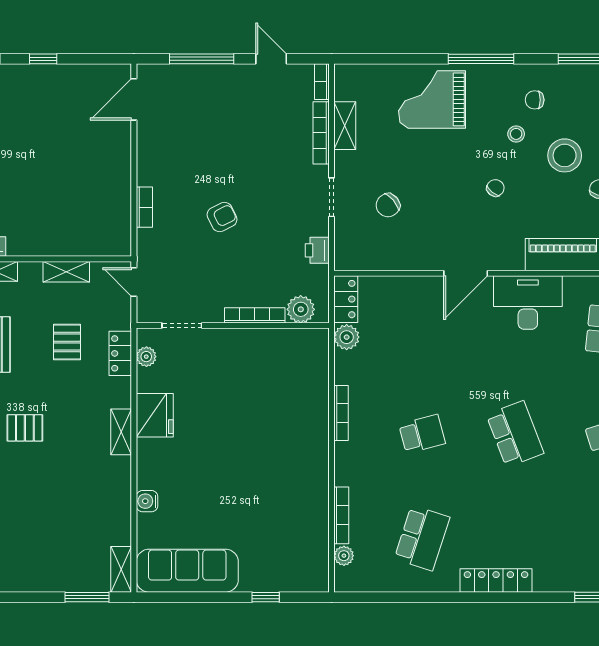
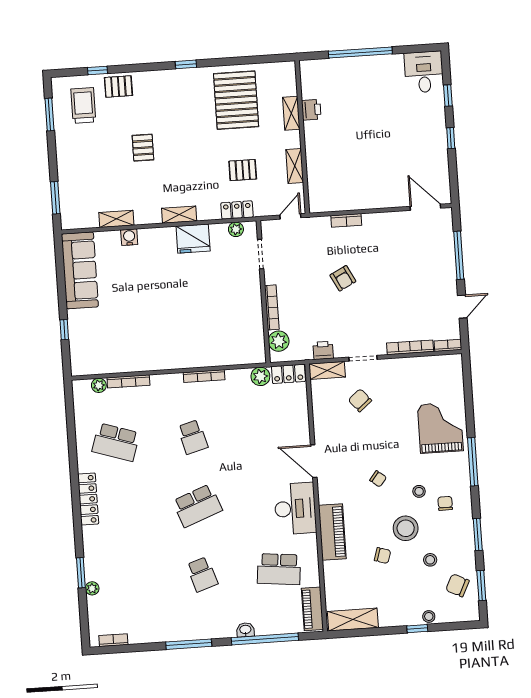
shelving: (345, 126) -> (327, 370), moved
pallet: (25, 428) -> (143, 148), moved
shelving: (121, 569) -> (116, 219), moved

